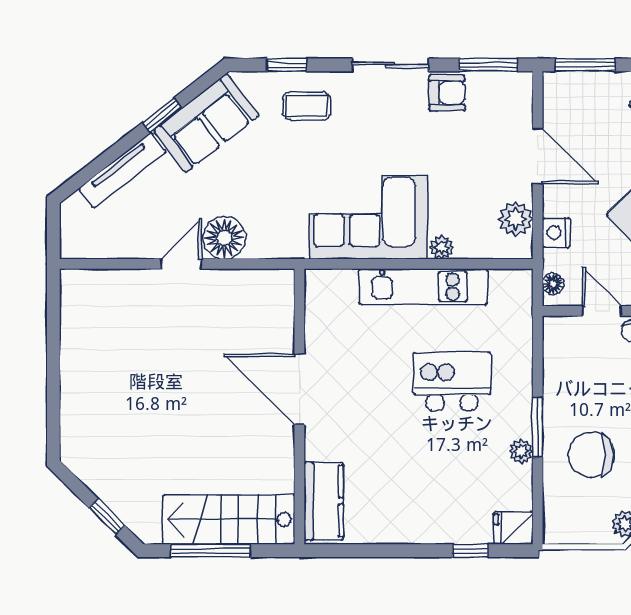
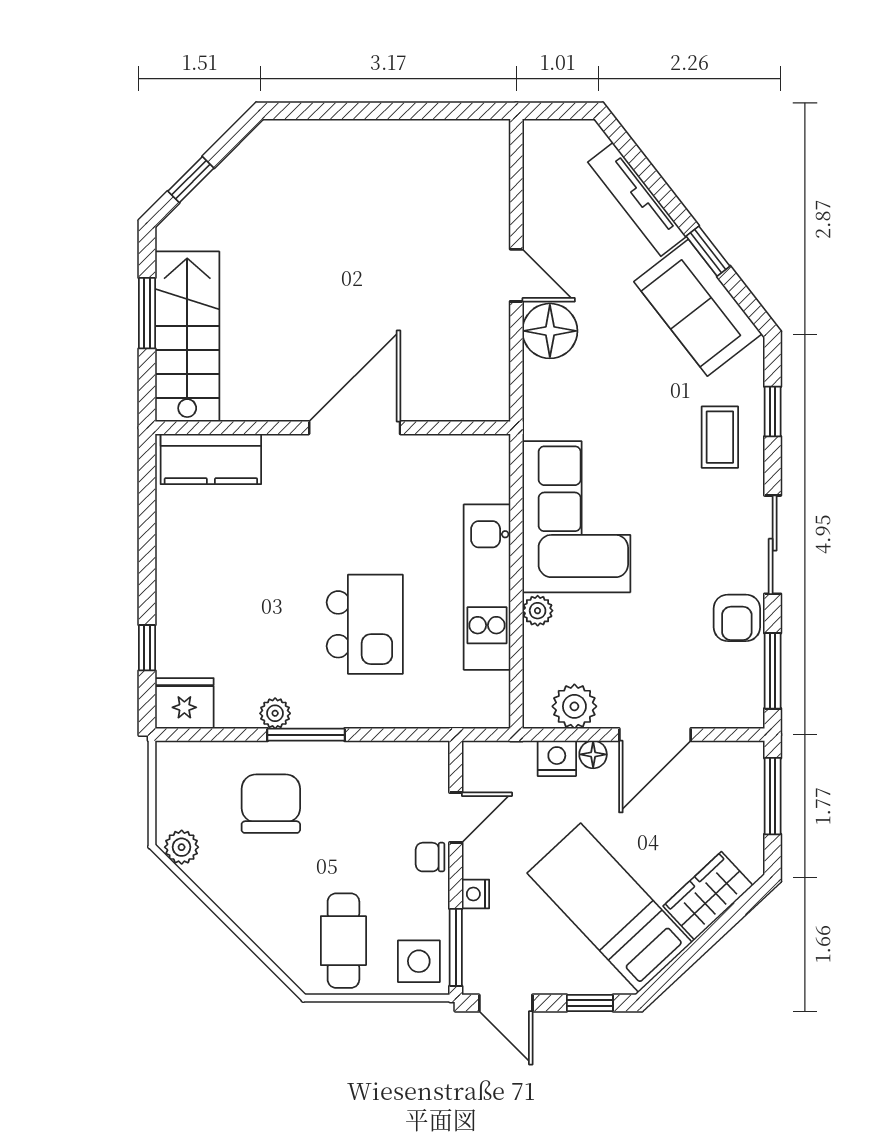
floor lamp: (553, 284) -> (593, 754), moved
fridge: (513, 528) -> (184, 703), width x1.38
window: (210, 551) -> (147, 313), width x0.69

